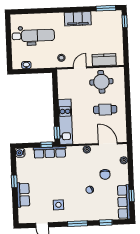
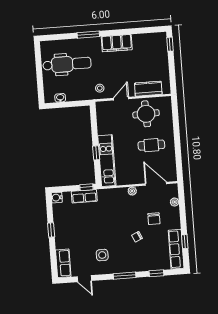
window: (106, 8) -> (88, 35), moved
window: (57, 133) -> (96, 153), moved
row of seats: (50, 152) -> (84, 196), width x0.68
row of seats: (23, 195) -> (63, 263), moved

